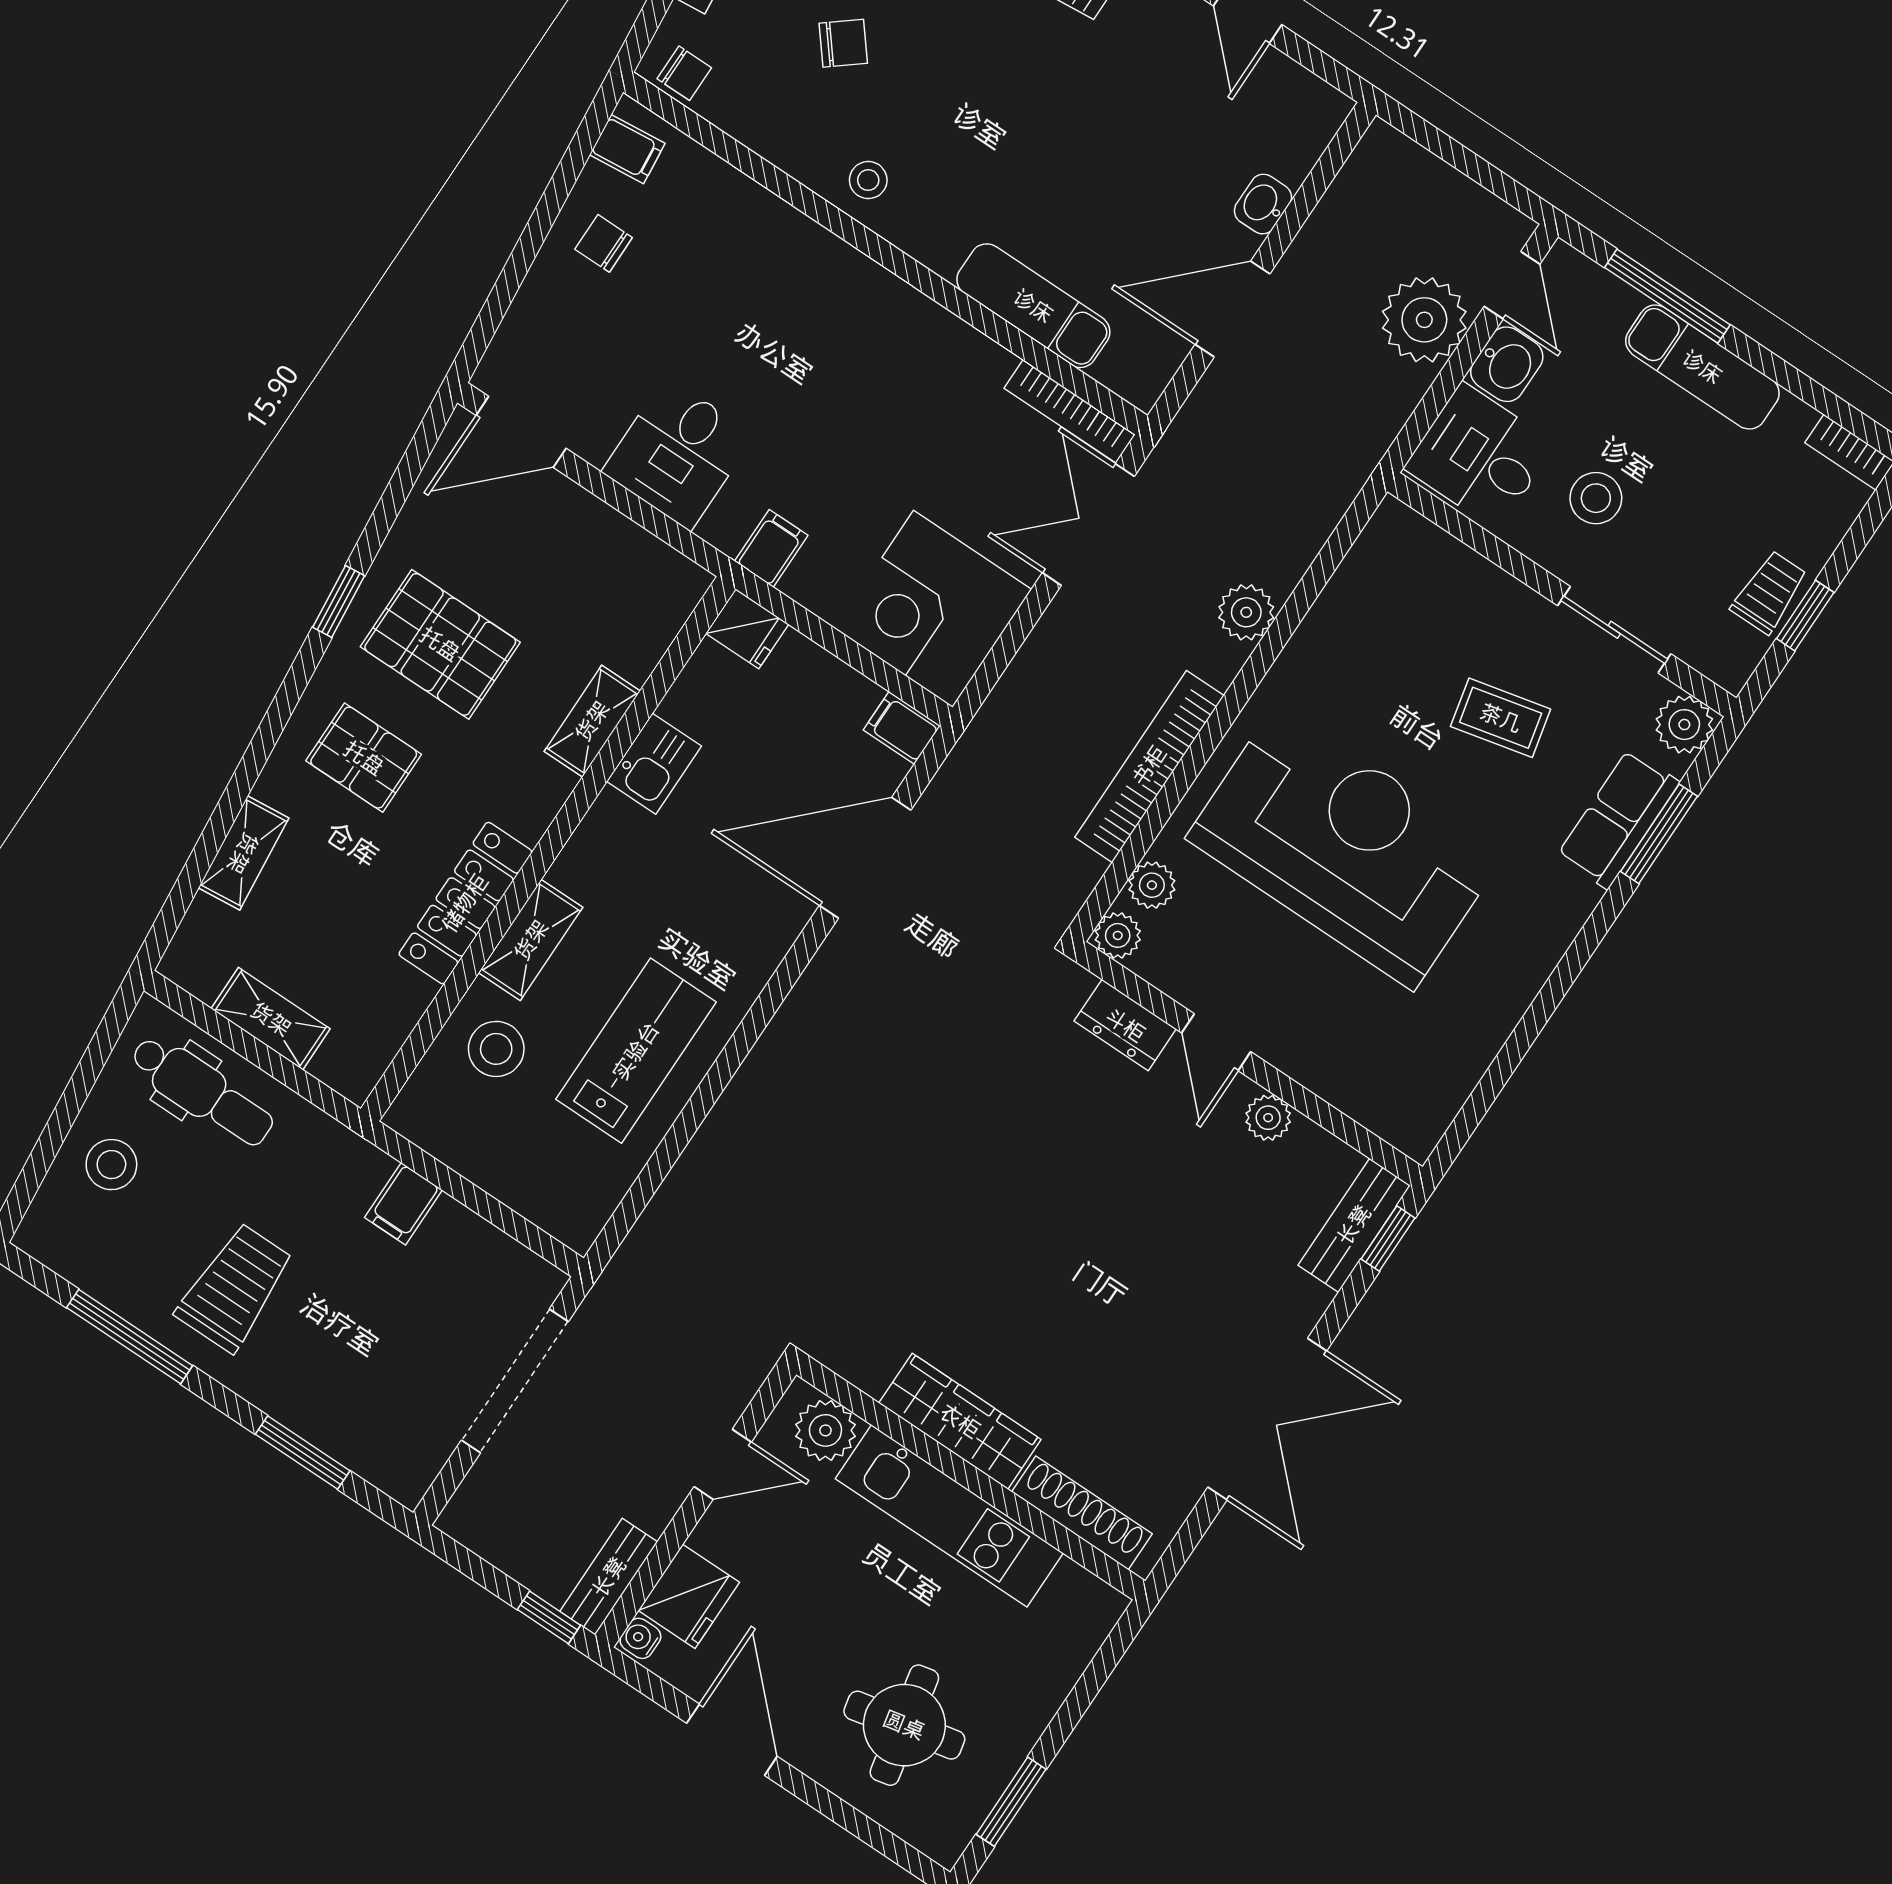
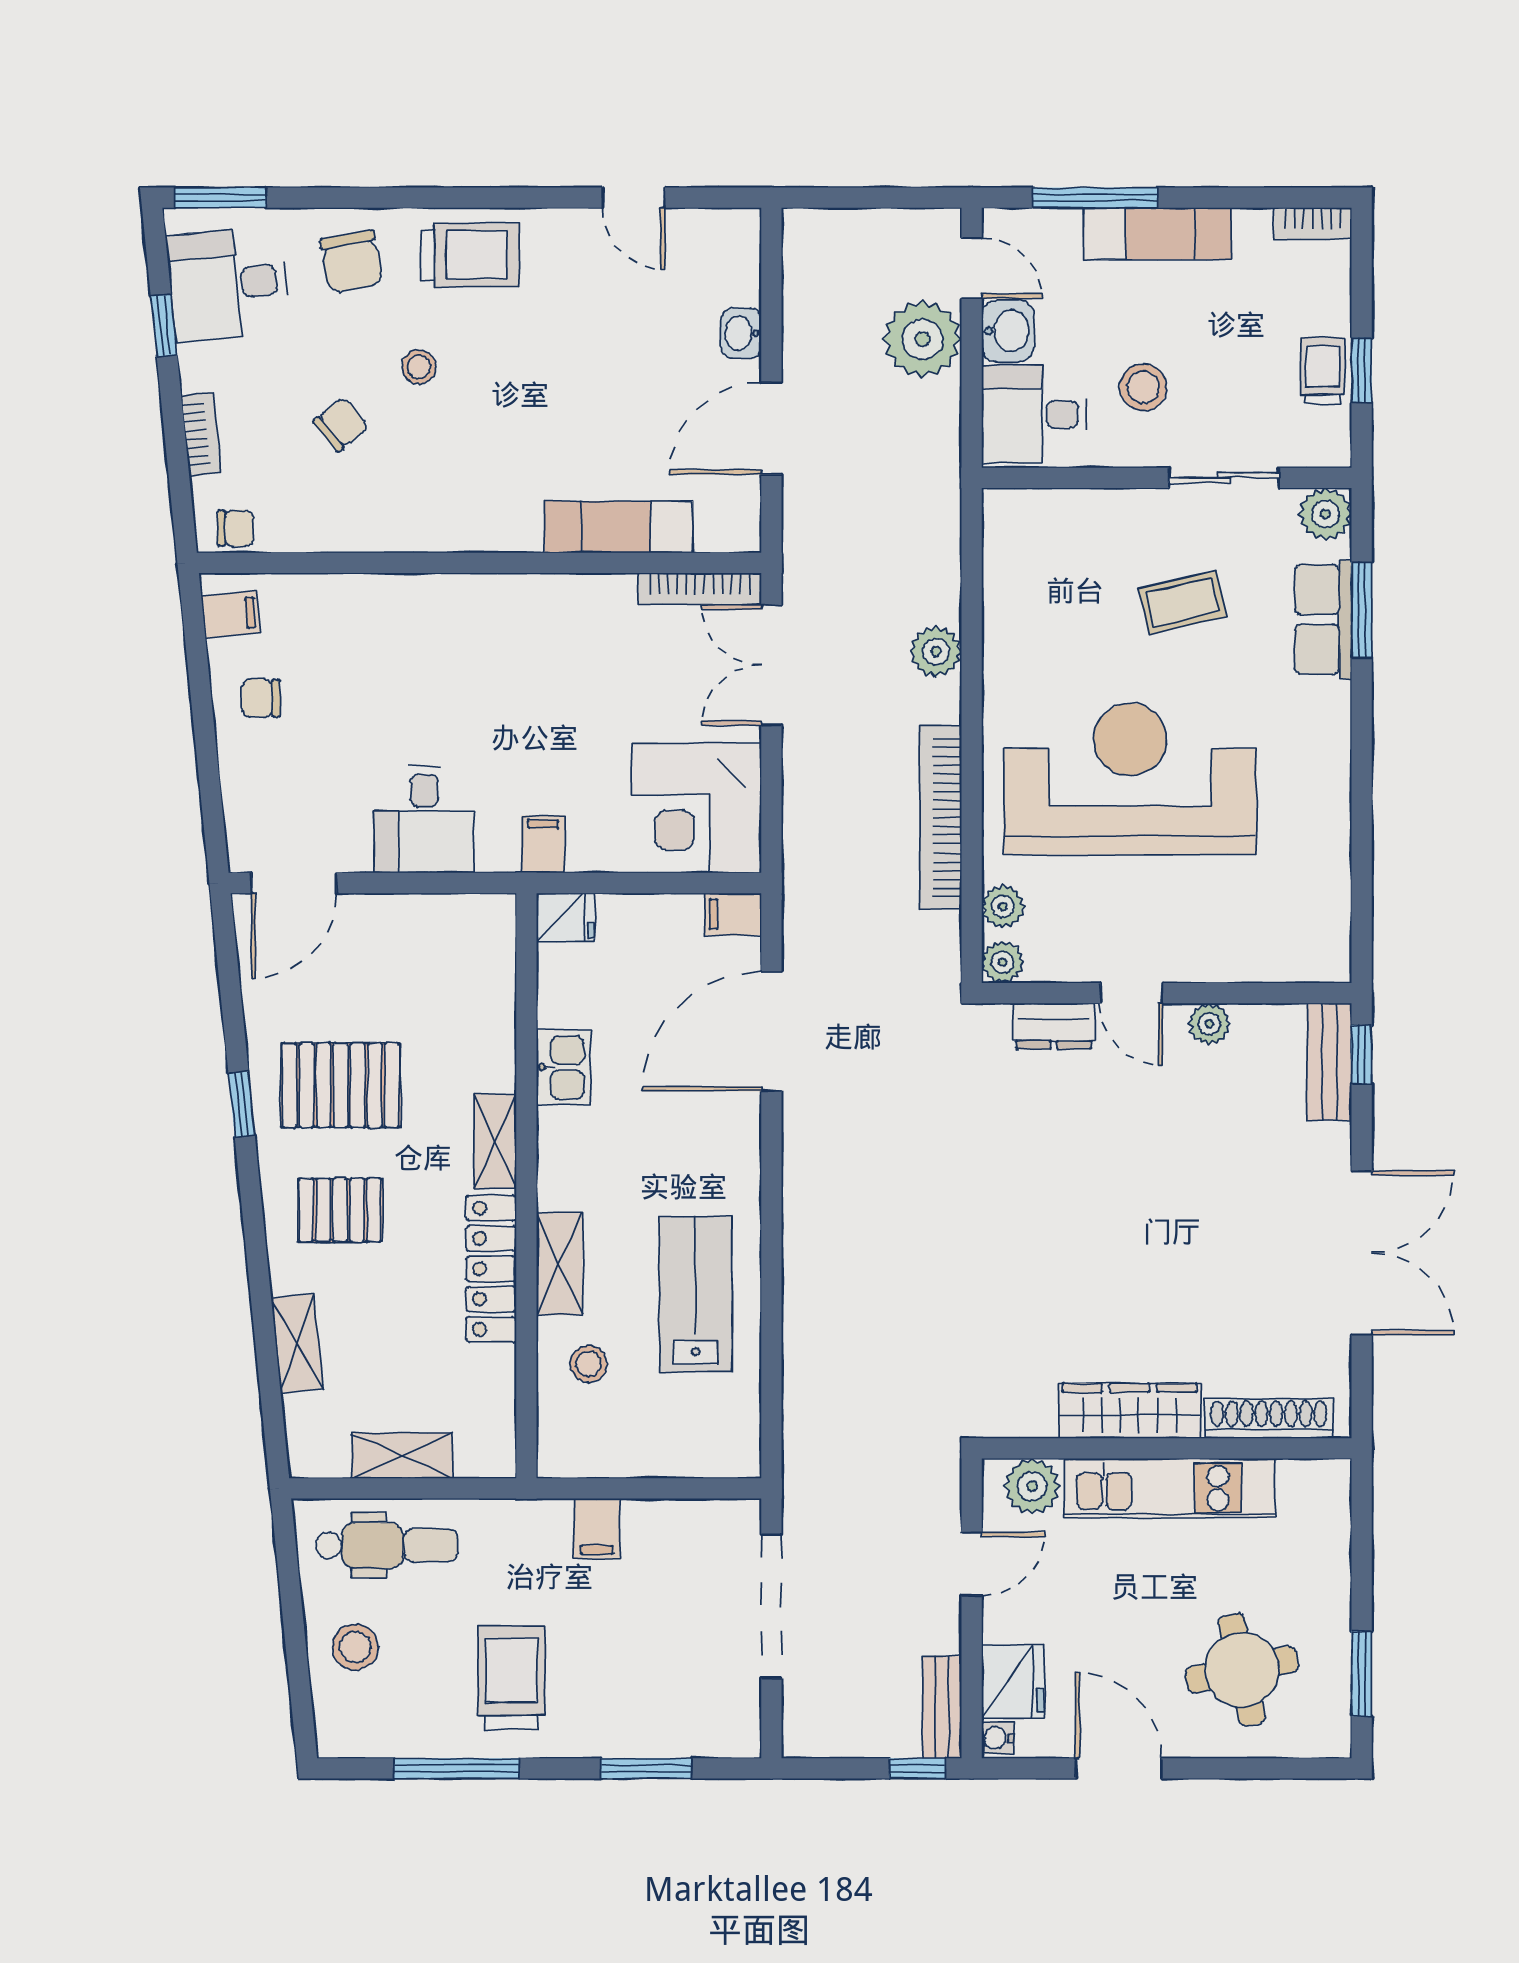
stool: (868, 180) -> (419, 367), moved
shelving: (592, 721) -> (495, 1142), moved
stool: (496, 1049) -> (589, 1364), width x0.73, depth x0.73

